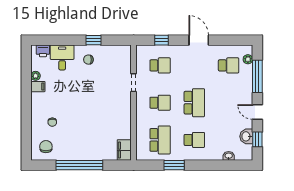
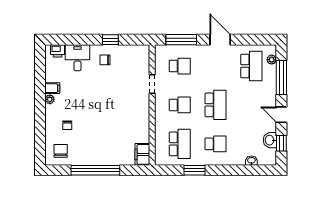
window: (162, 40) -> (181, 40), width x2.17
school desk: (229, 65) -> (251, 66), width x1.85
plant: (36, 76) -> (50, 99), moved

